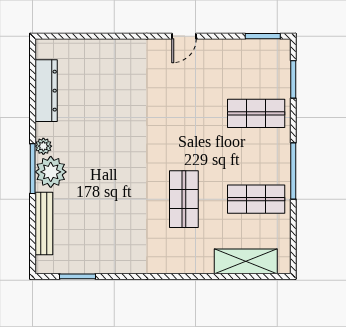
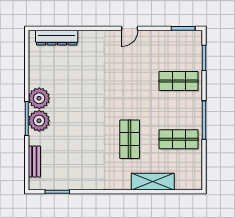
dresser: (46, 91) -> (57, 38), moved, turned 90
plant: (43, 146) -> (39, 98), width x1.88, depth x1.88
bench: (44, 223) -> (34, 161), width x0.73
shelving: (246, 261) -> (153, 182), moved

